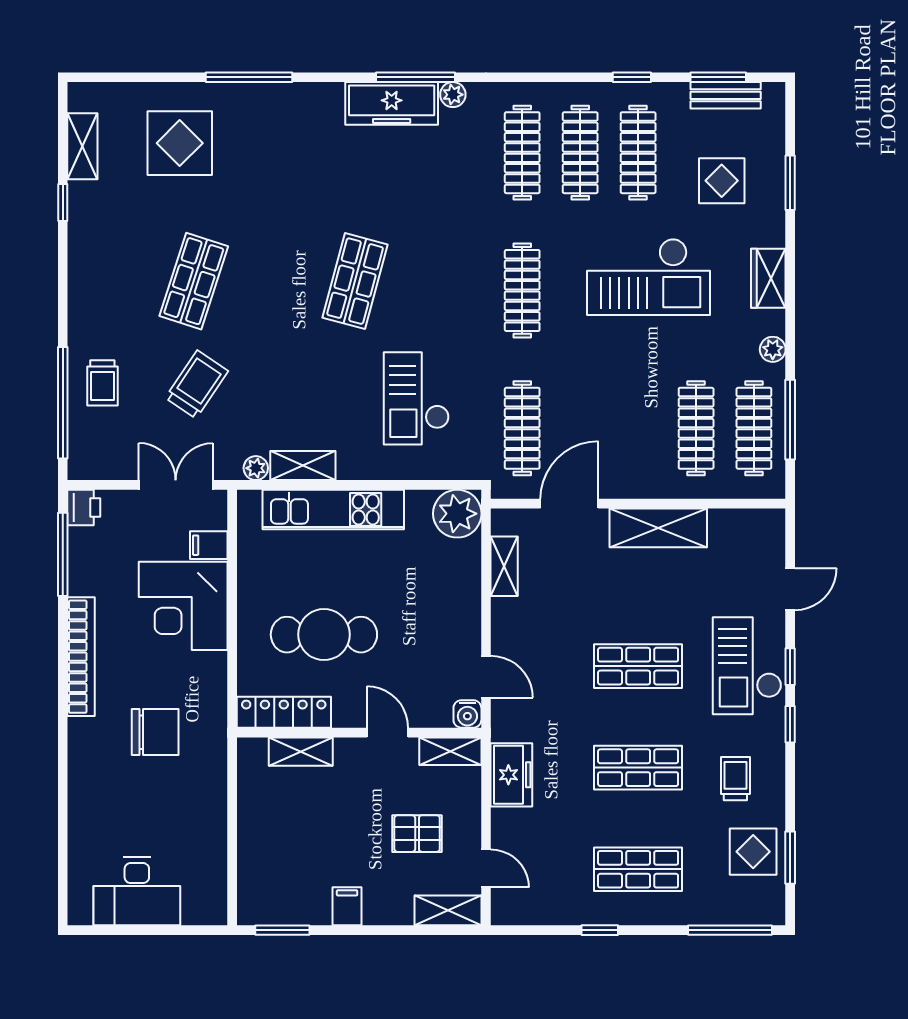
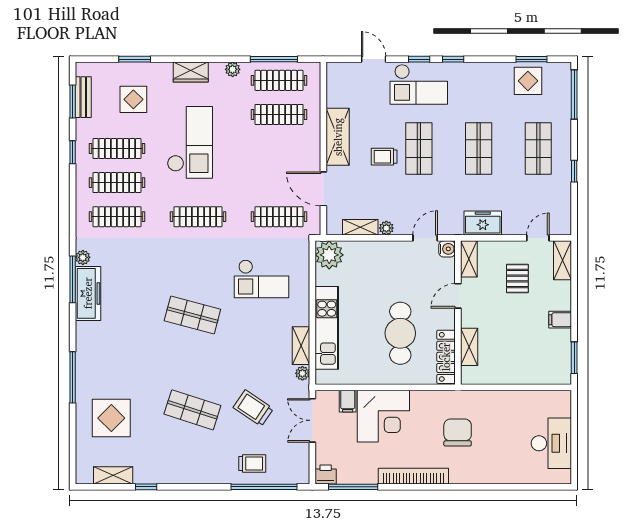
plant: (503, 611) -> (386, 228), added
trolley: (735, 779) -> (384, 157), moved

